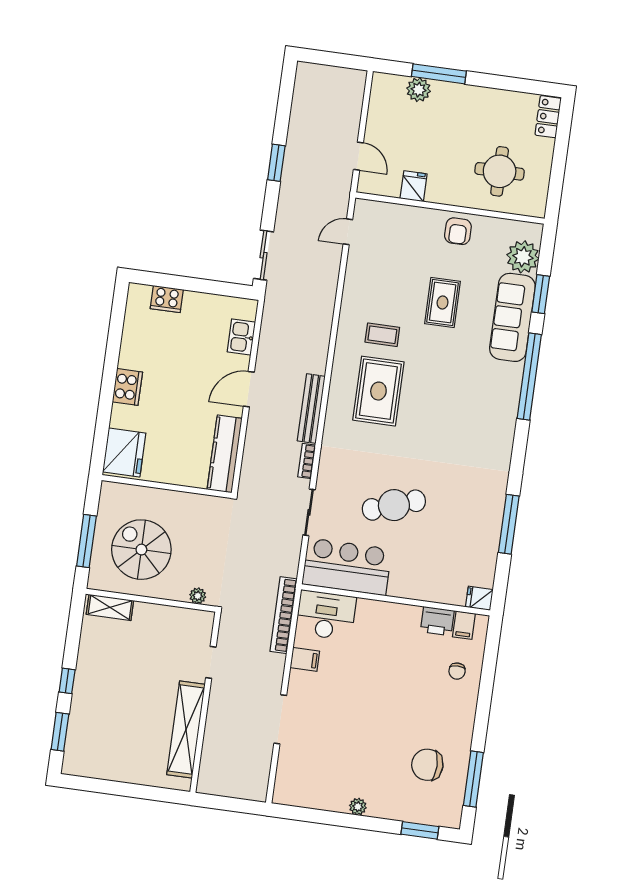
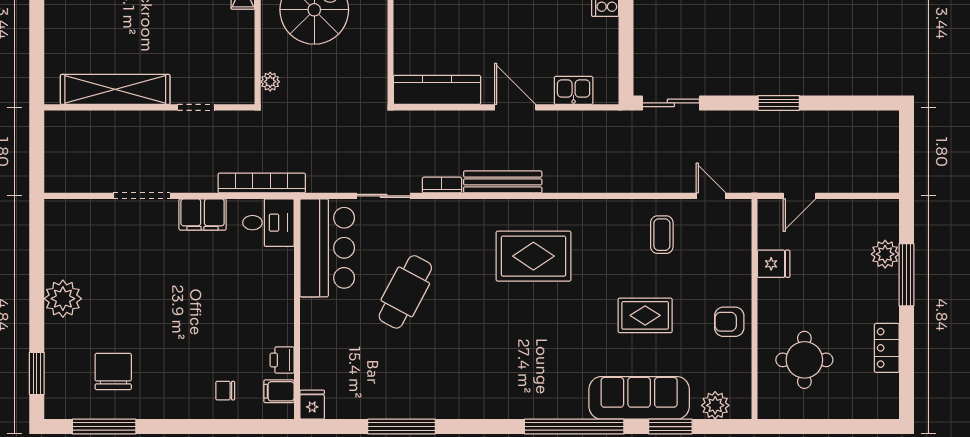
locker: (548, 117) -> (887, 348), moved, turned -90
plant: (523, 257) -> (715, 405), width x0.73, depth x0.73
coffee table: (382, 335) -> (662, 235), moved
cafe table: (394, 505) -> (405, 292), turned 47
desk: (326, 615) -> (268, 223), width x0.73
printer: (437, 621) -> (282, 360), width x0.73, depth x0.81
filing cabinet: (305, 659) -> (203, 215), width x2.00
plant: (358, 807) -> (63, 299), width x1.87, depth x1.87

